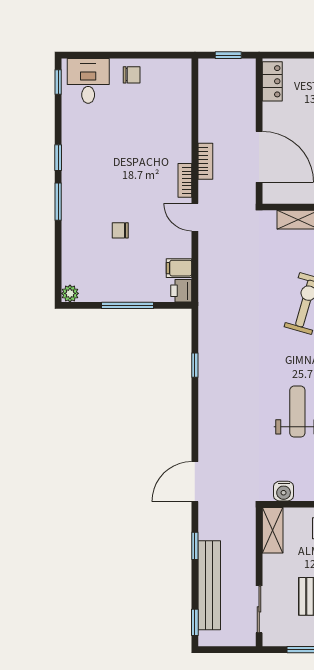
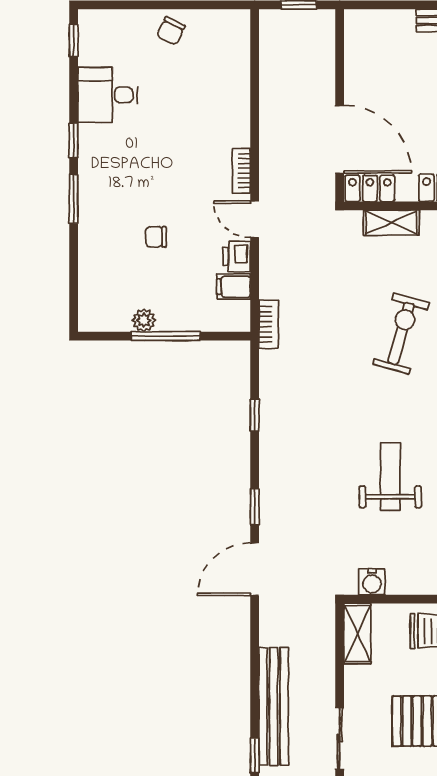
chair: (132, 75) -> (171, 31), turned 116
desk: (88, 81) -> (108, 95), moved, turned -90
locker: (272, 81) -> (370, 188), moved, turned -90
bookcase: (205, 161) -> (269, 324), moved
printer: (181, 291) -> (237, 257), moved
plant: (70, 293) -> (144, 320), moved
window: (195, 546) -> (255, 507), moved

